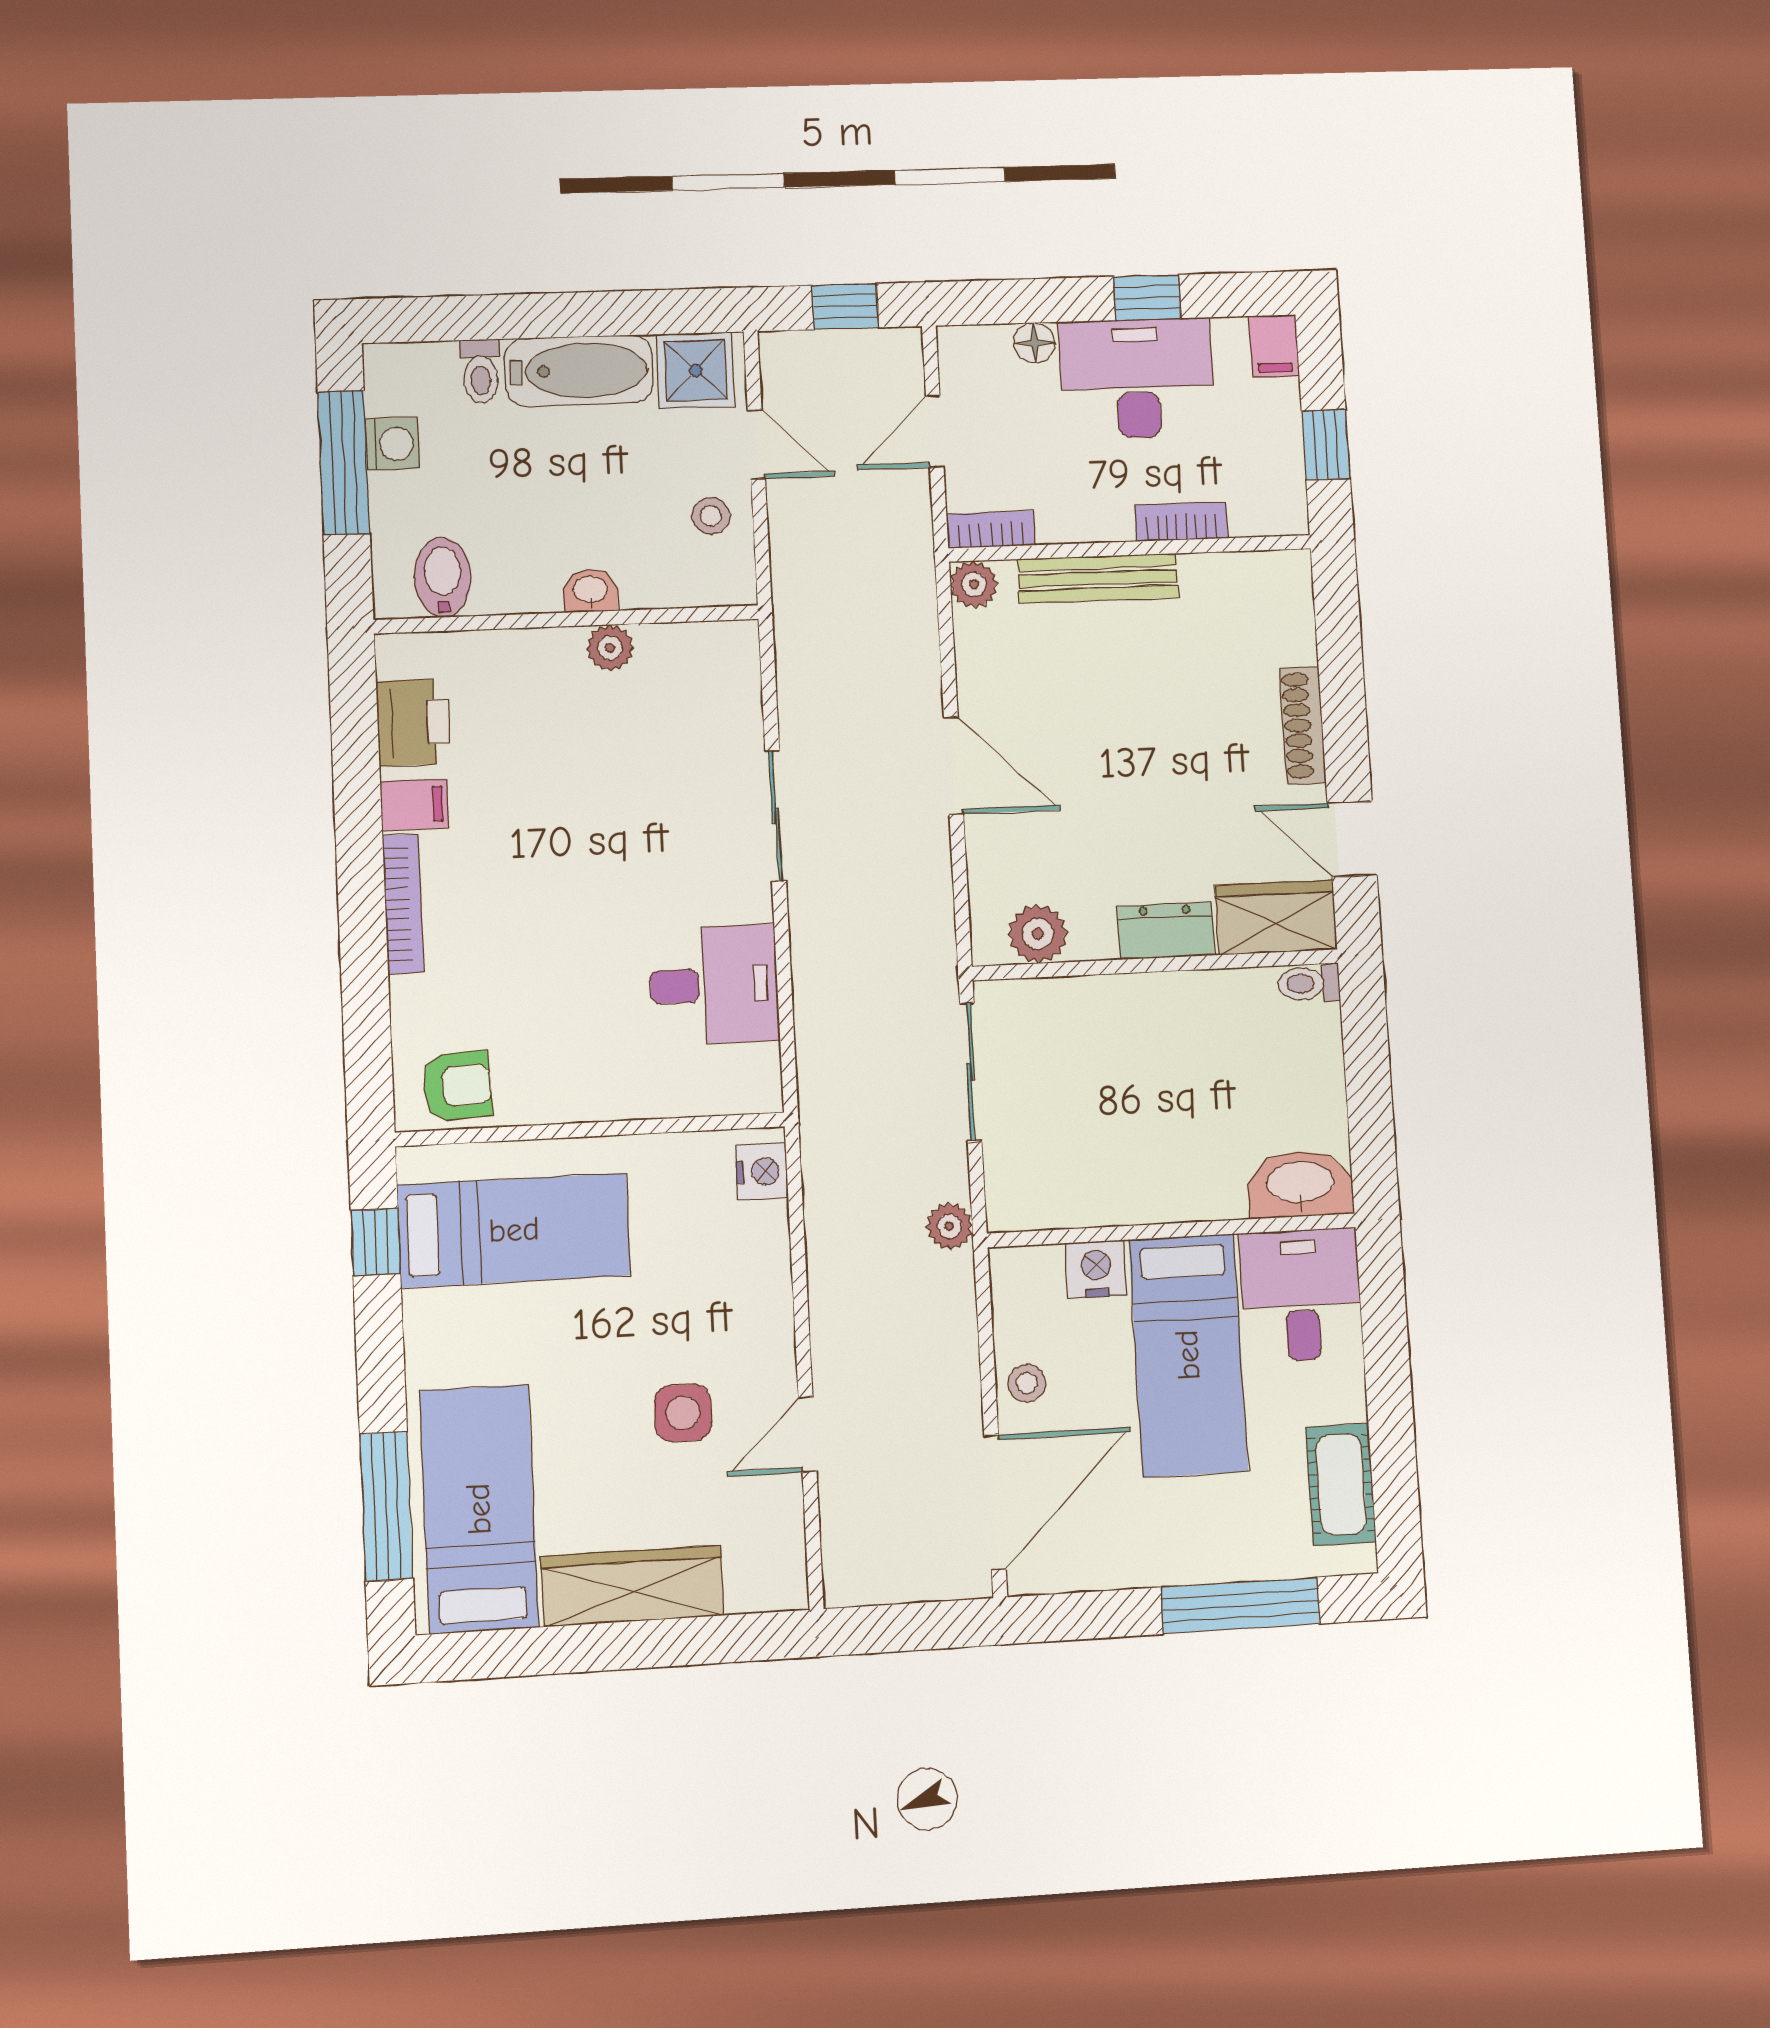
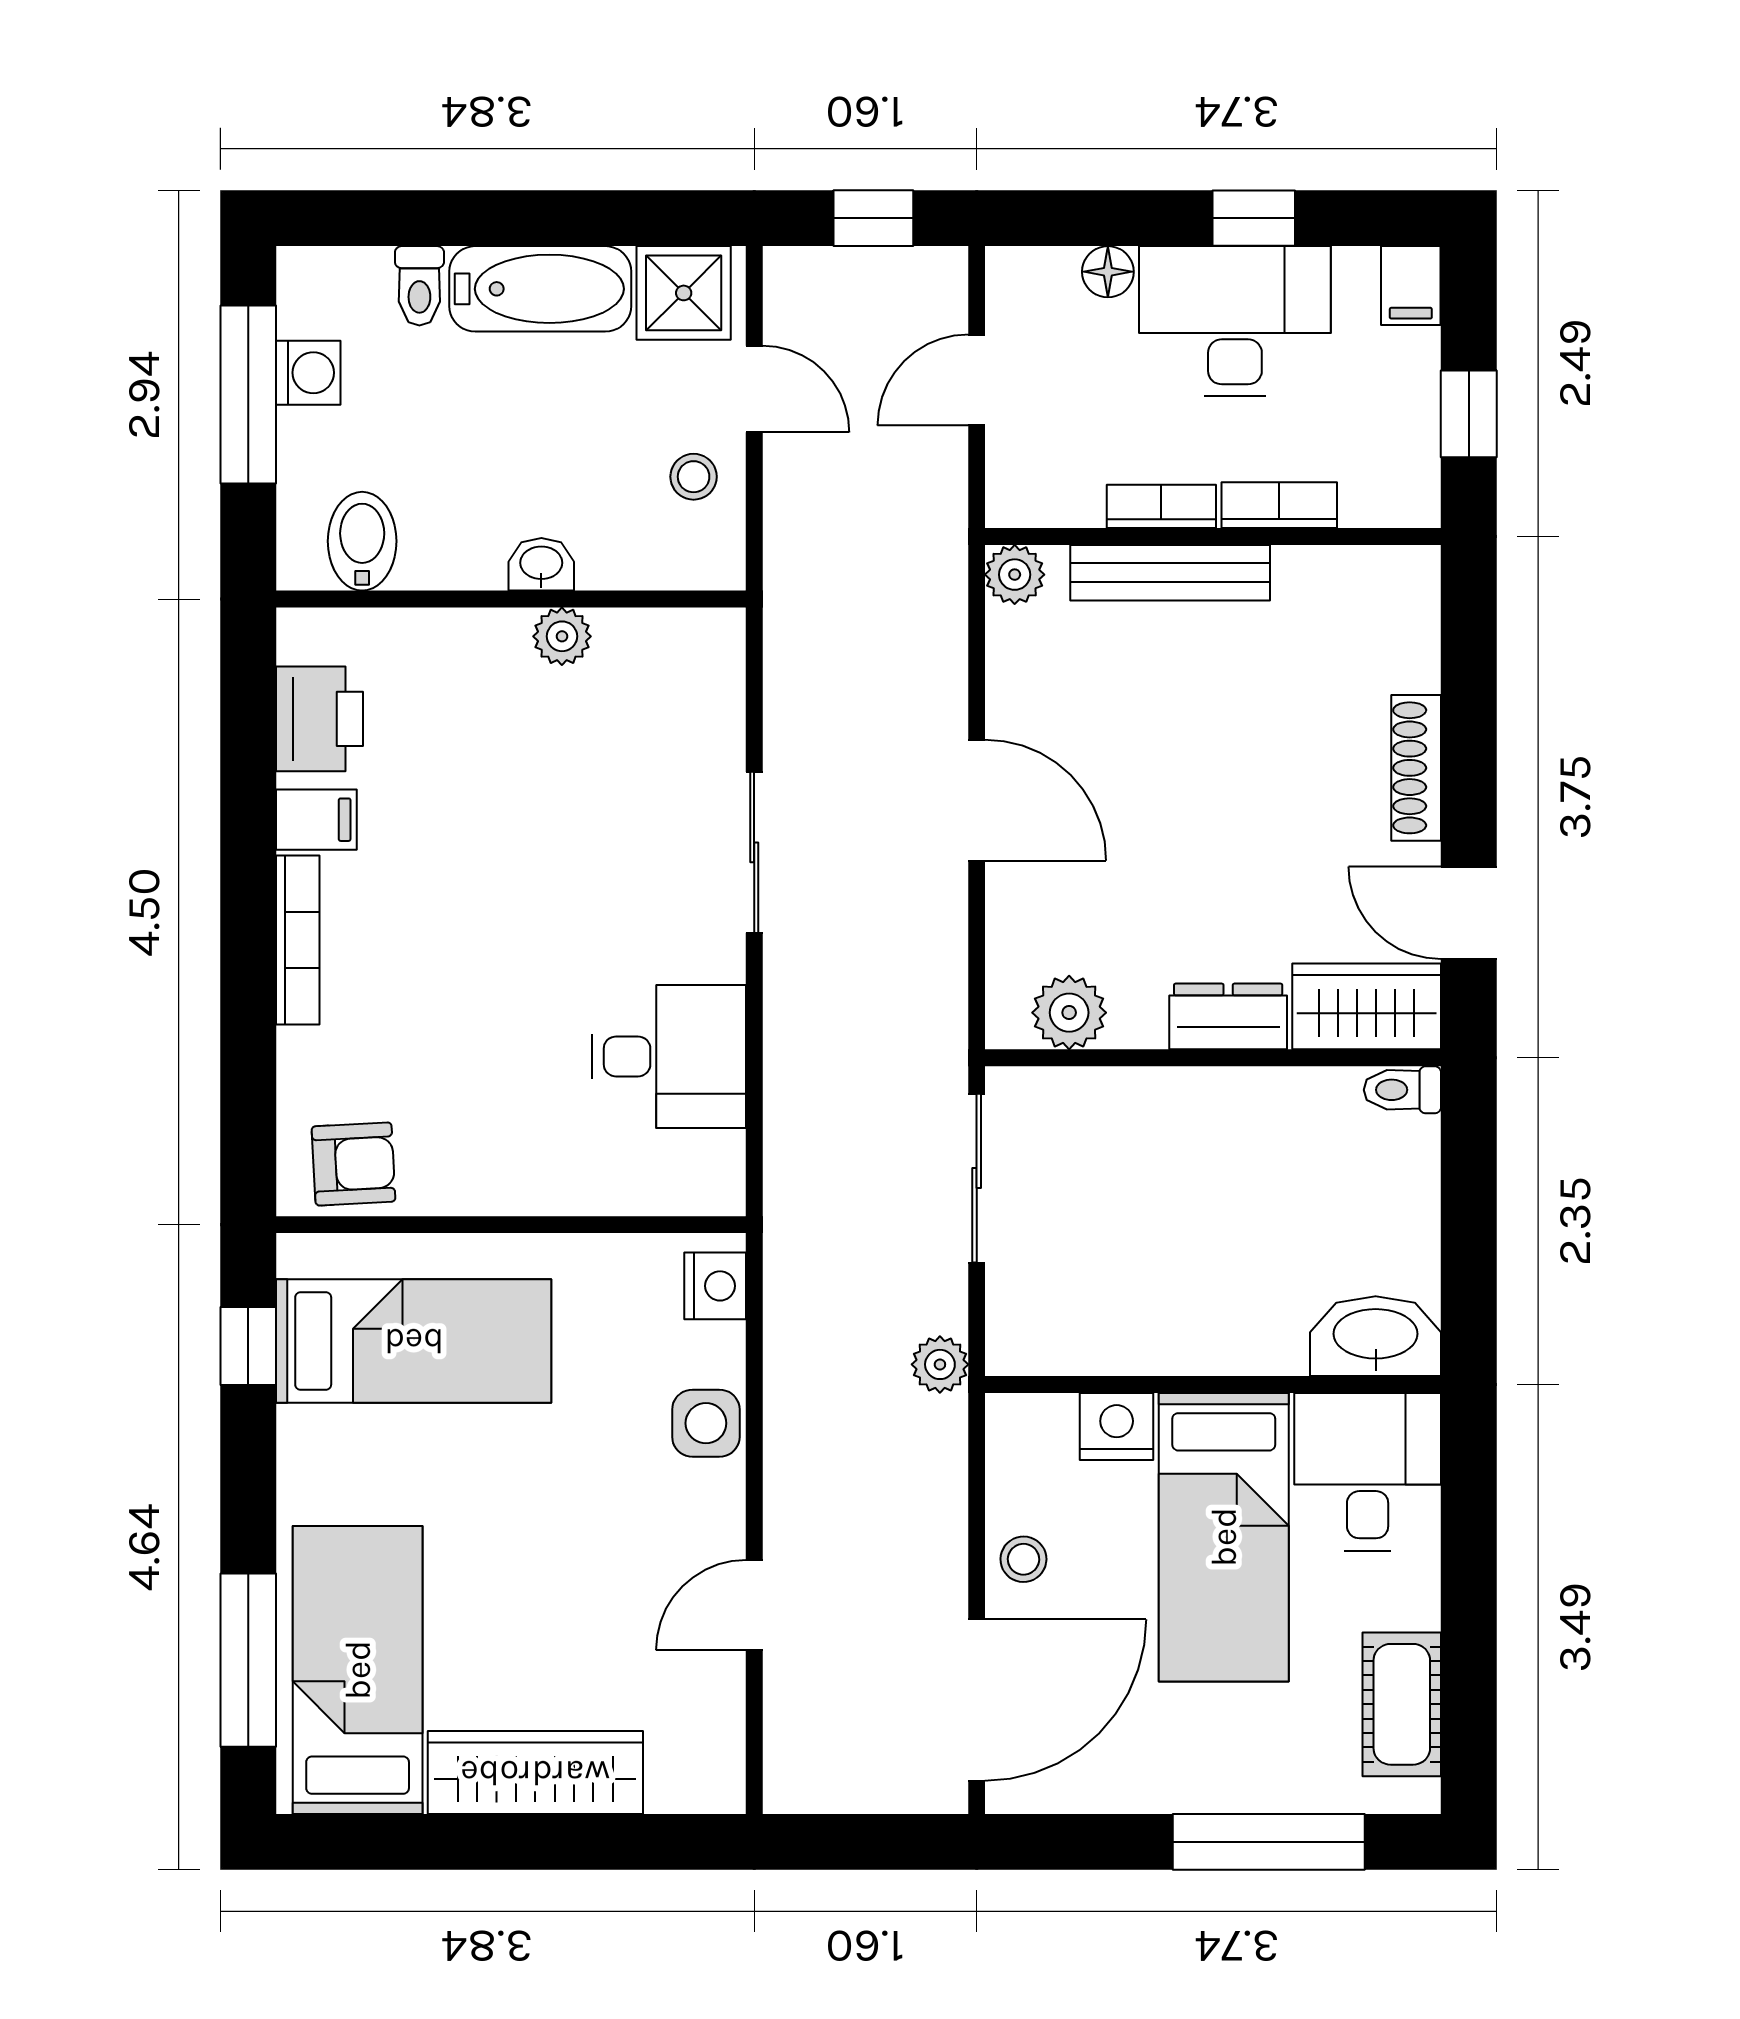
bookcase: (991, 530) -> (1161, 506), moved
side table: (683, 1413) -> (706, 1423), moved

